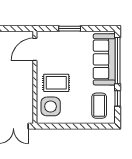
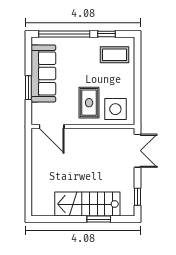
sofa: (104, 59) -> (43, 73), moved, turned -90

